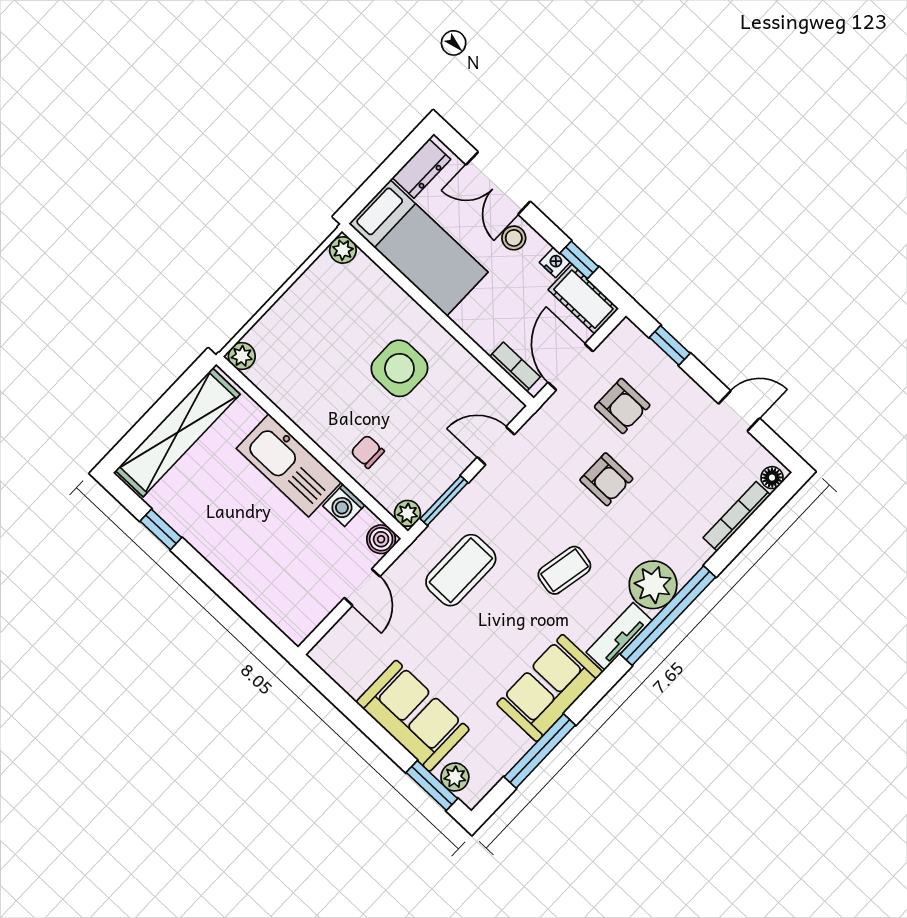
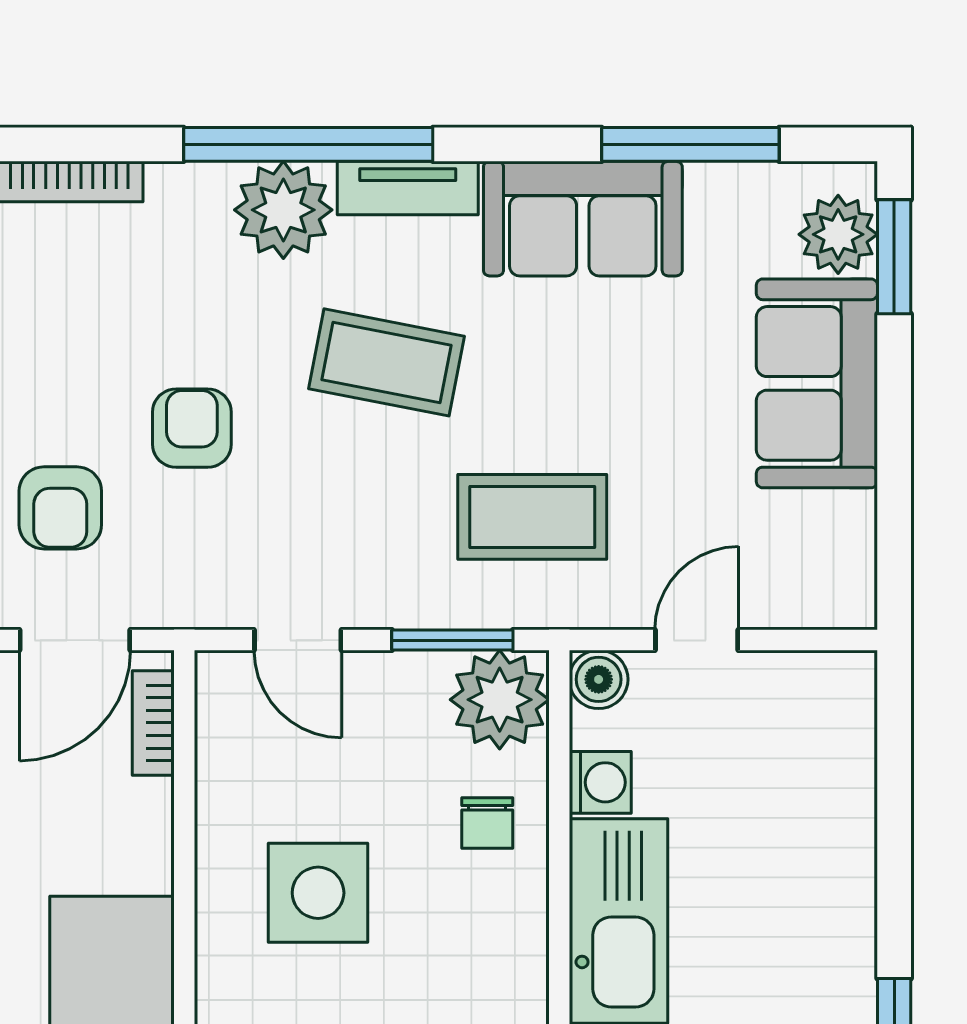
armchair: (622, 406) -> (60, 508), turned 180
plant: (407, 513) -> (500, 700), width x1.88, depth x1.88
coffee table: (564, 570) -> (386, 362), width x1.36, depth x1.30
plant: (455, 777) -> (838, 234), width x1.38, depth x1.38

